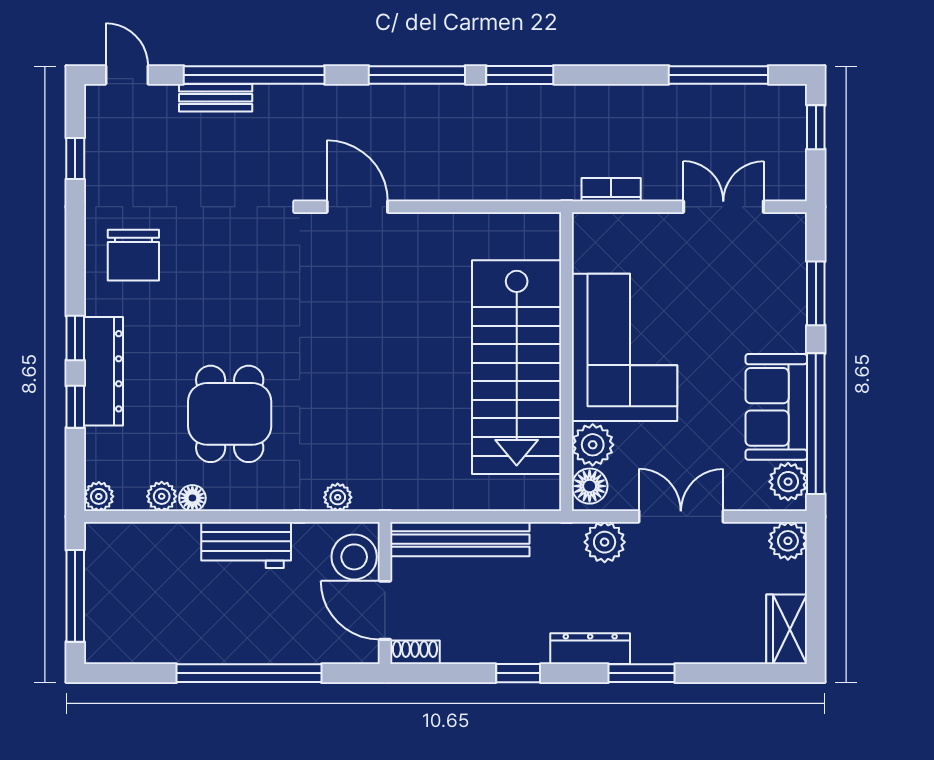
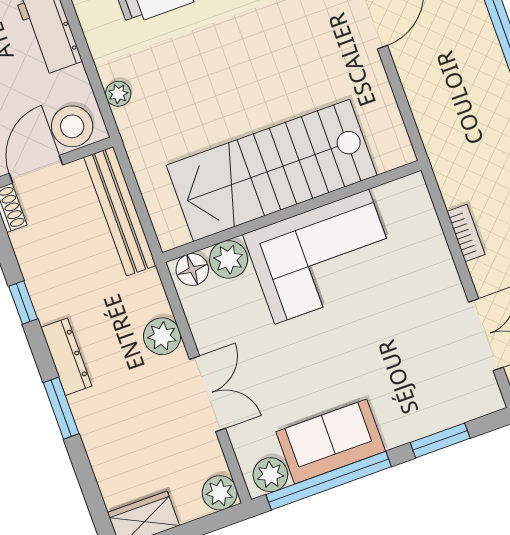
corner sofa: (625, 347) -> (322, 257), moved
wall: (567, 362) -> (292, 211), moved
stairs: (517, 367) -> (272, 170), moved
plant: (593, 445) -> (229, 259), moved
floor lamp: (590, 486) -> (192, 270), moved

